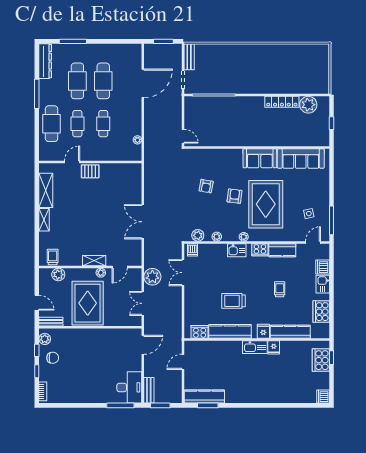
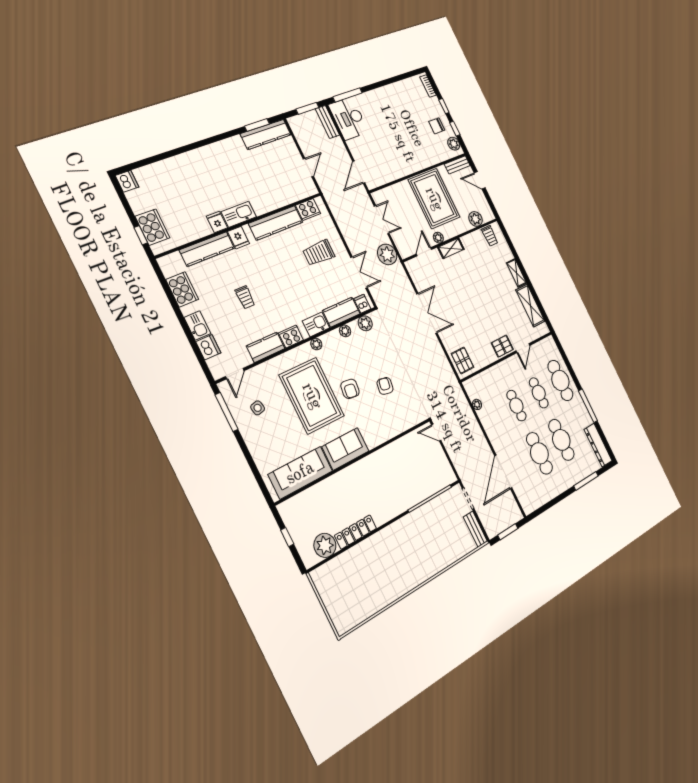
pallet: (132, 176) -> (462, 360), added
kitchen counter: (212, 251) -> (341, 312), added
trolley: (234, 301) -> (319, 253), moved, turned 180

